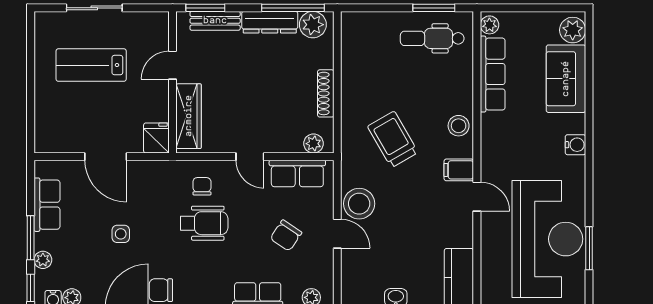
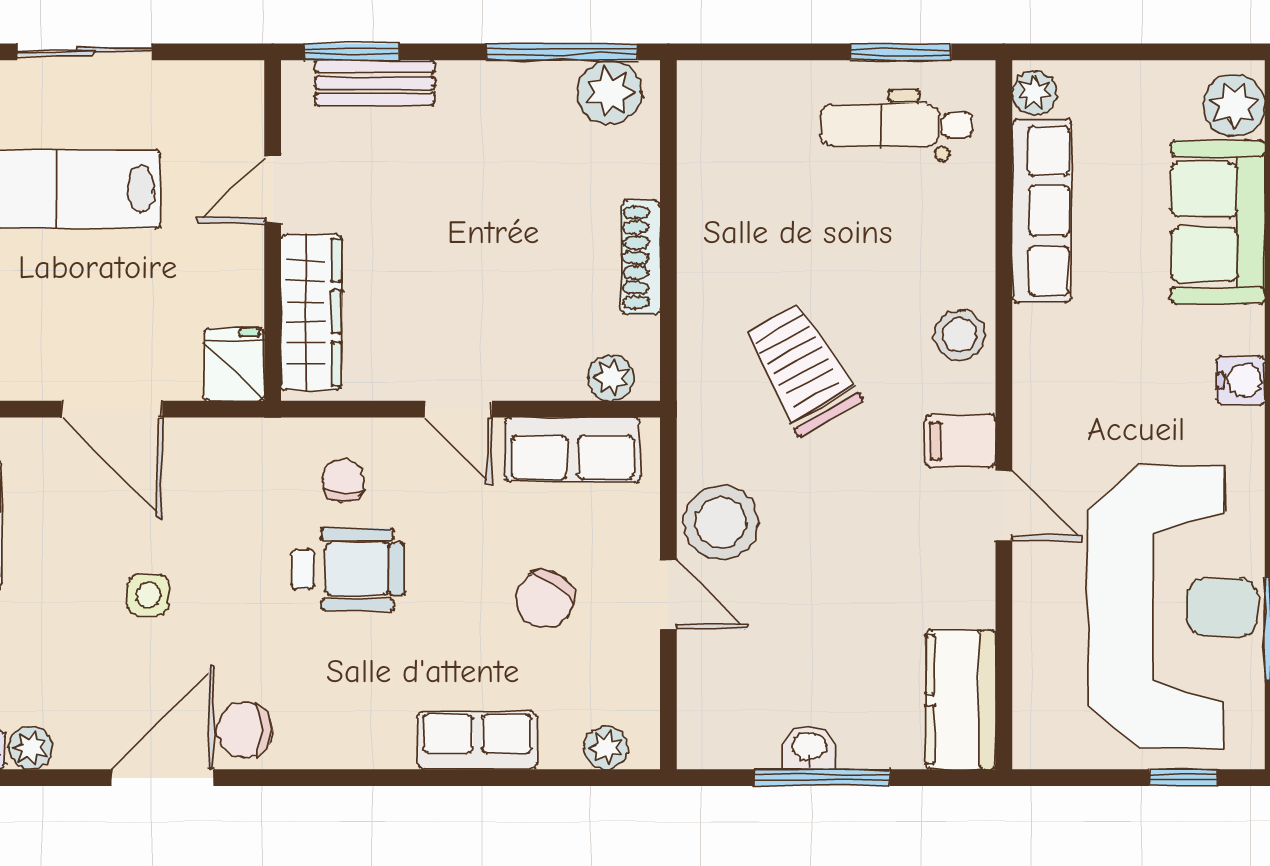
dresser: (270, 22) -> (506, 86), removed

